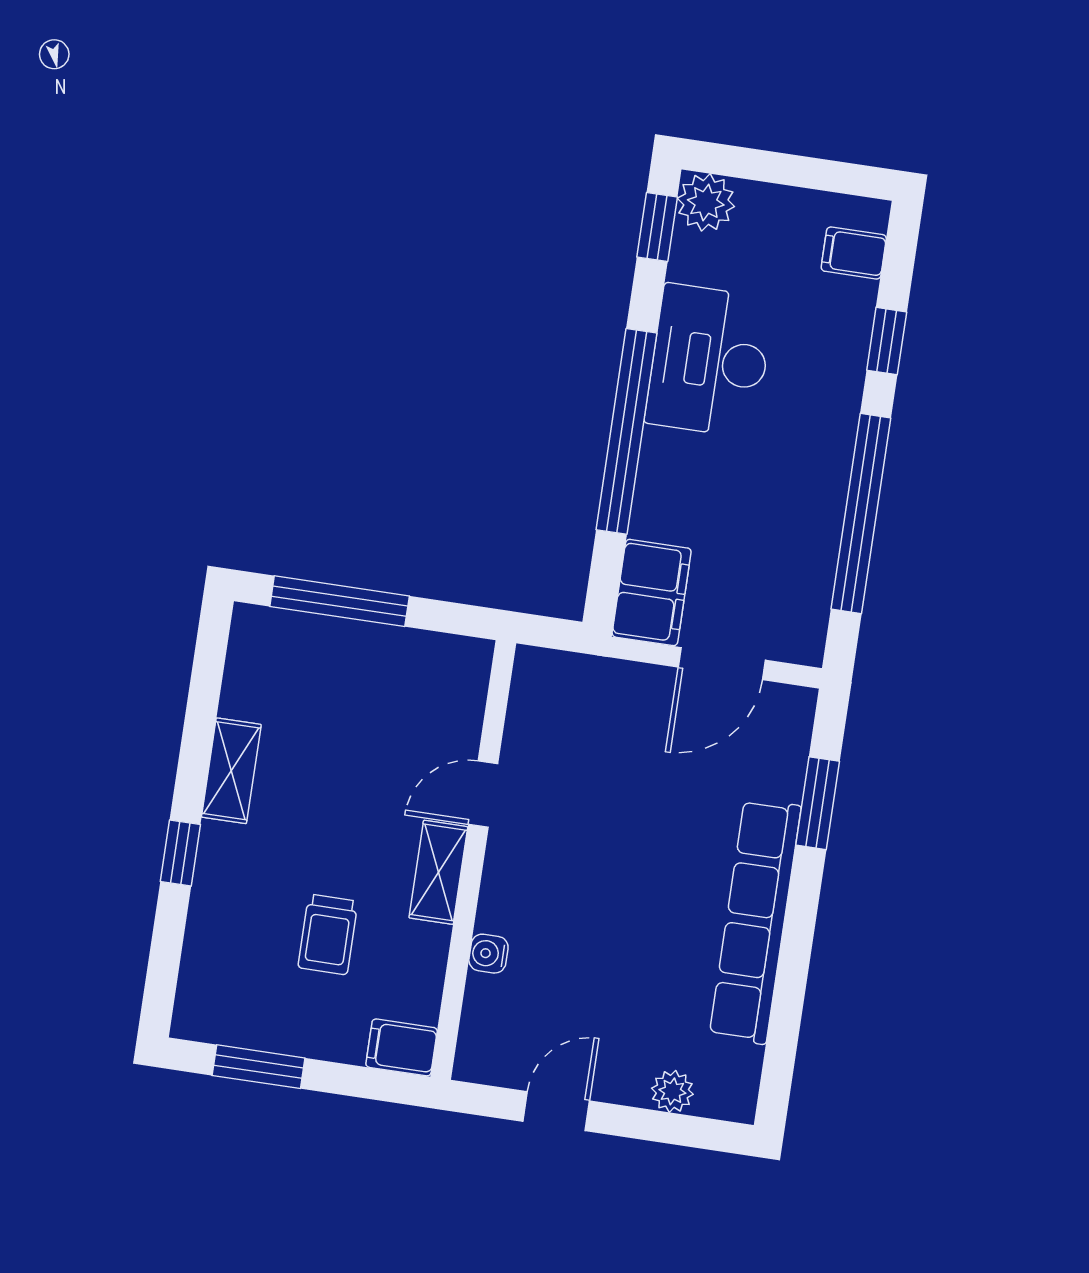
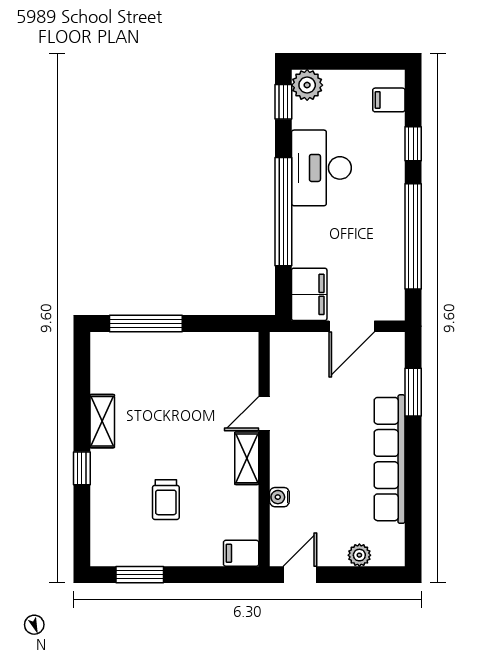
door: (483, 794) -> (264, 414), moved
wall: (473, 860) -> (264, 449), moved
shelving: (438, 872) -> (247, 458), moved
water cooler: (488, 954) -> (279, 497), moved
filing cabinet: (402, 1047) -> (241, 553), moved

